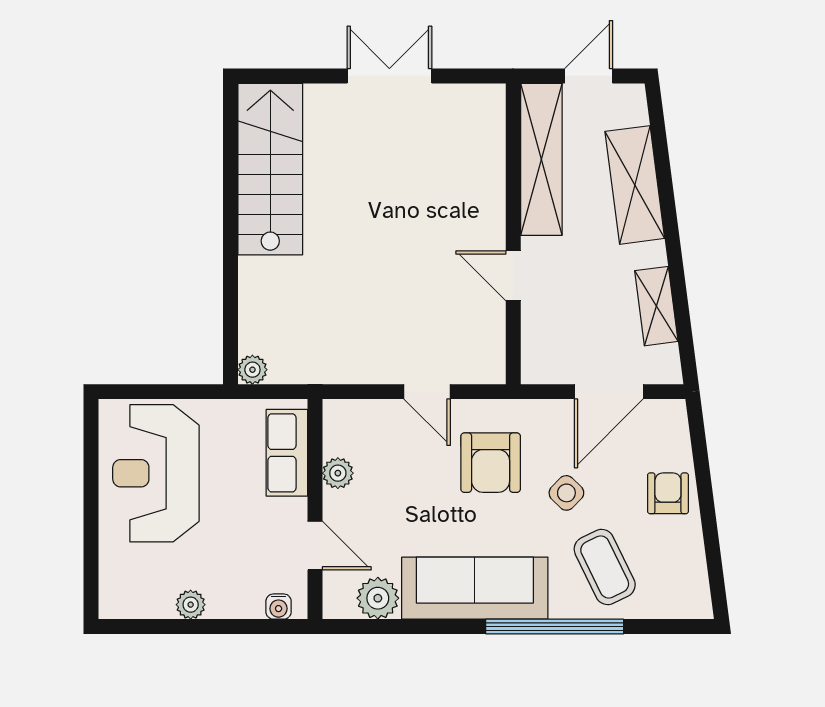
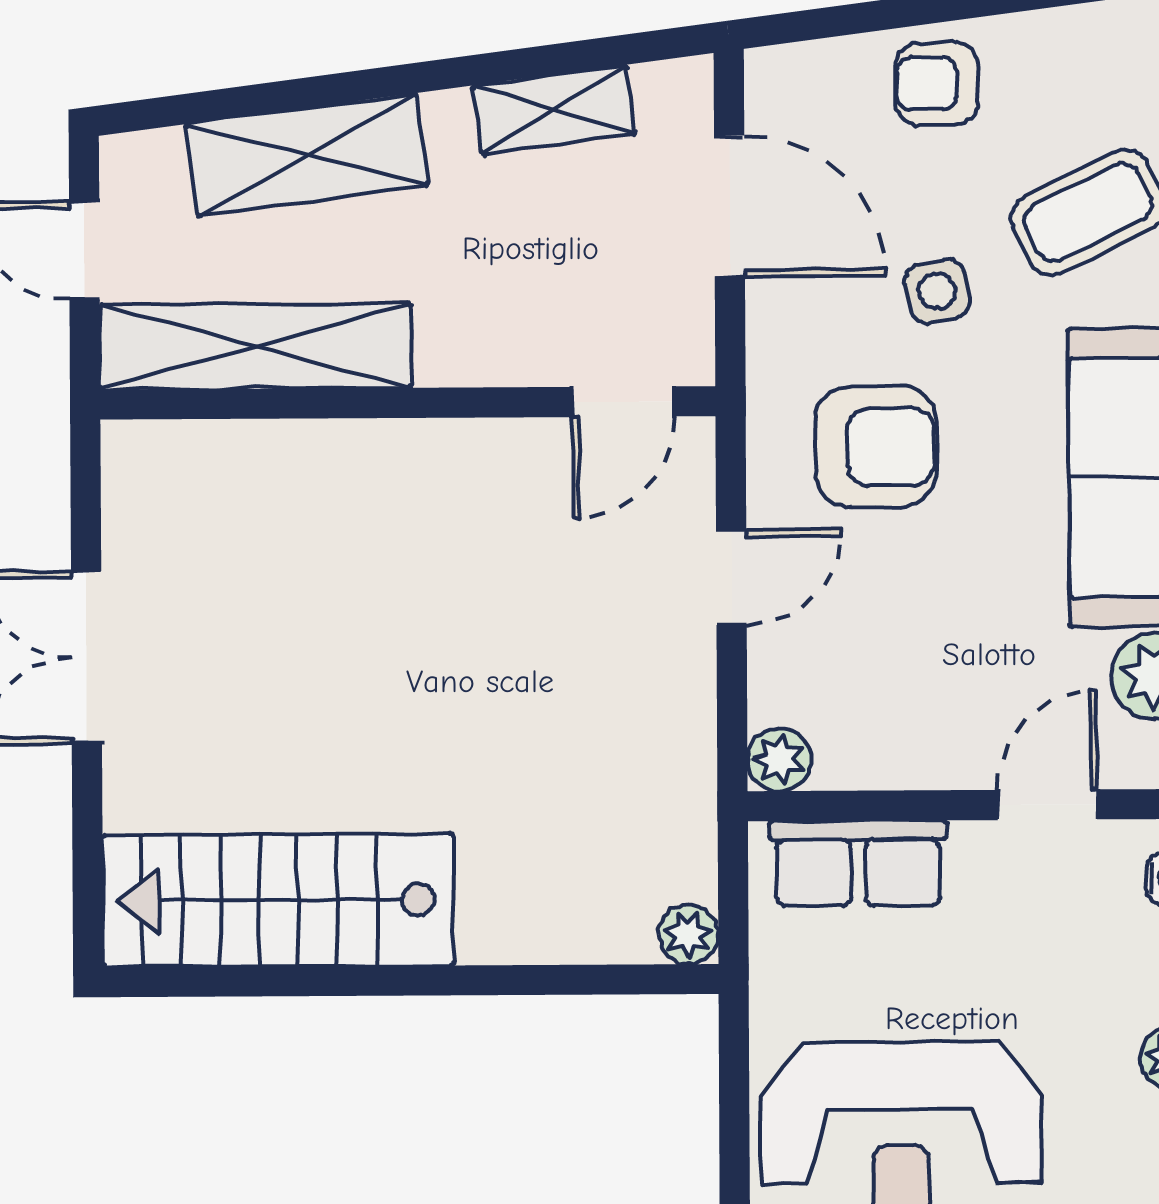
door: (513, 276) -> (623, 402), moved
plant: (338, 473) -> (779, 759), moved
side table: (566, 493) -> (937, 291), turned 34

